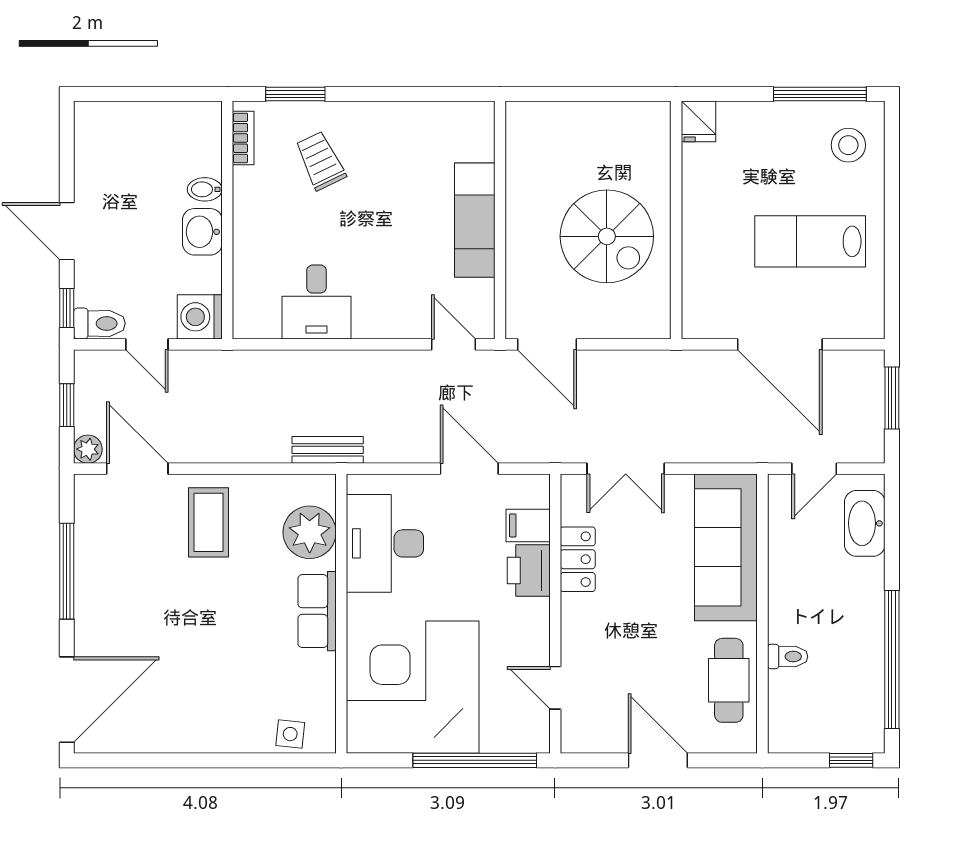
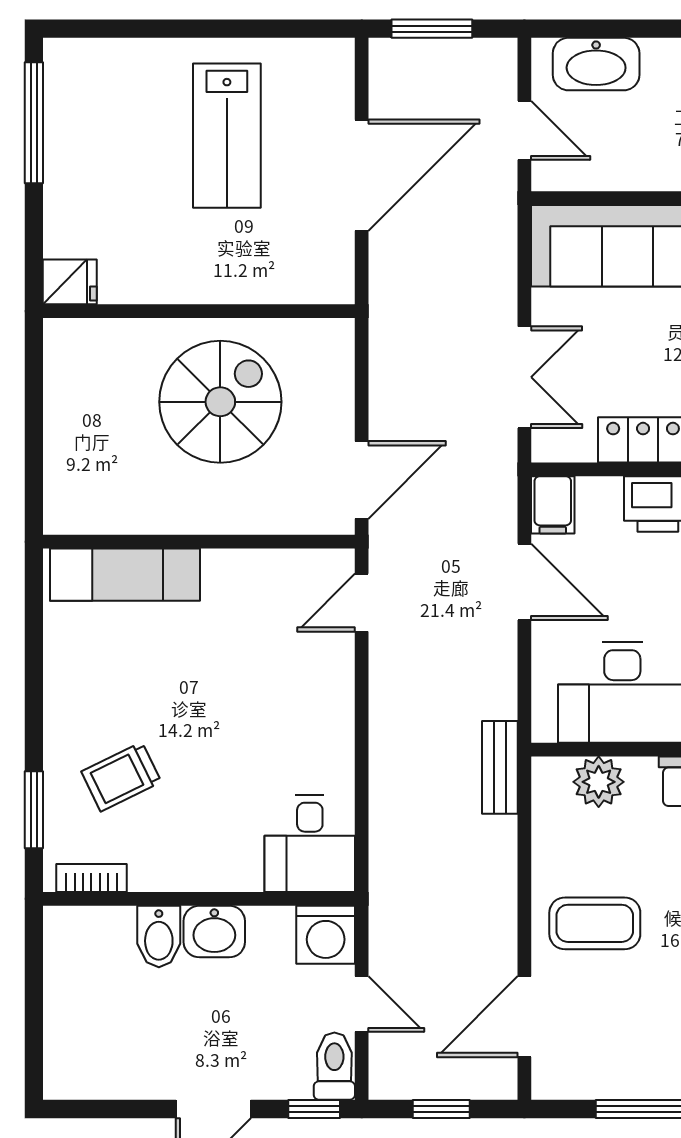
stool: (848, 145) -> (101, 86), removed
bidet: (205, 189) -> (159, 936), width x1.38, depth x1.36
exam couch: (475, 220) -> (125, 575), moved
desk: (317, 302) -> (310, 843), moved, turned 90
door: (147, 344) -> (362, 1004), hinge flipped
plant: (88, 449) -> (499, 1081), removed
door: (469, 469) -> (524, 582), swing flipped
filing cabinet: (528, 526) -> (553, 505), moved
plant: (310, 532) -> (599, 782), width x0.73, depth x0.73

